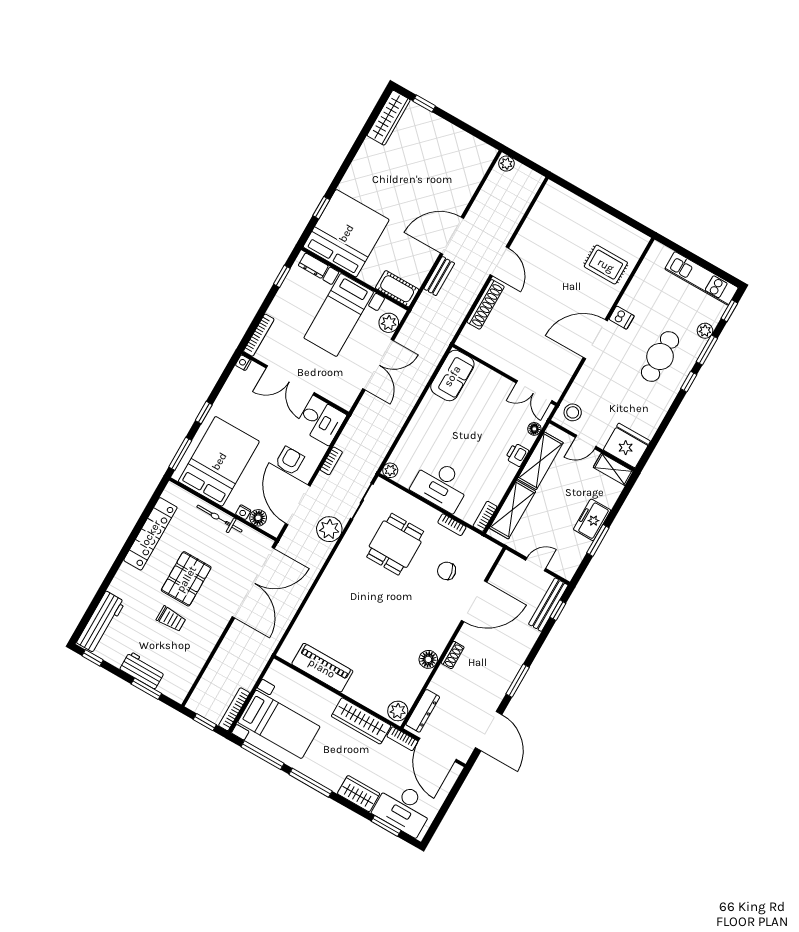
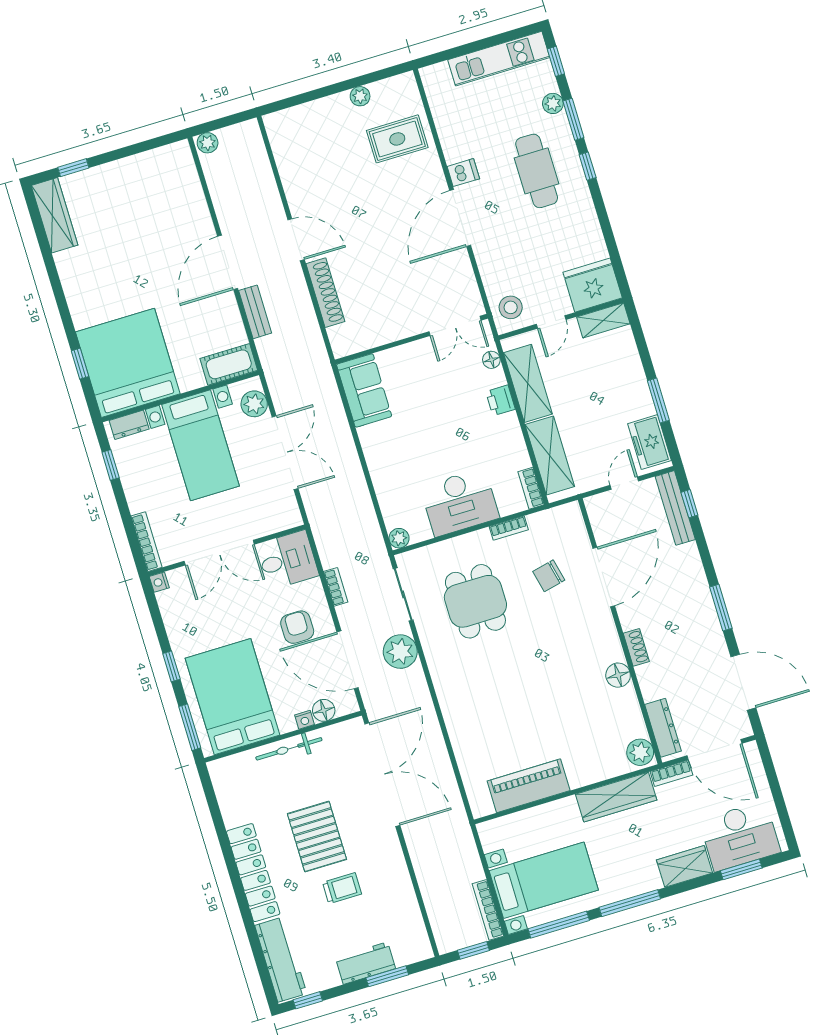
plant: (610, 222) -> (360, 96), added
freezer: (592, 520) -> (649, 442), moved
locker: (150, 534) -> (253, 873), moved

